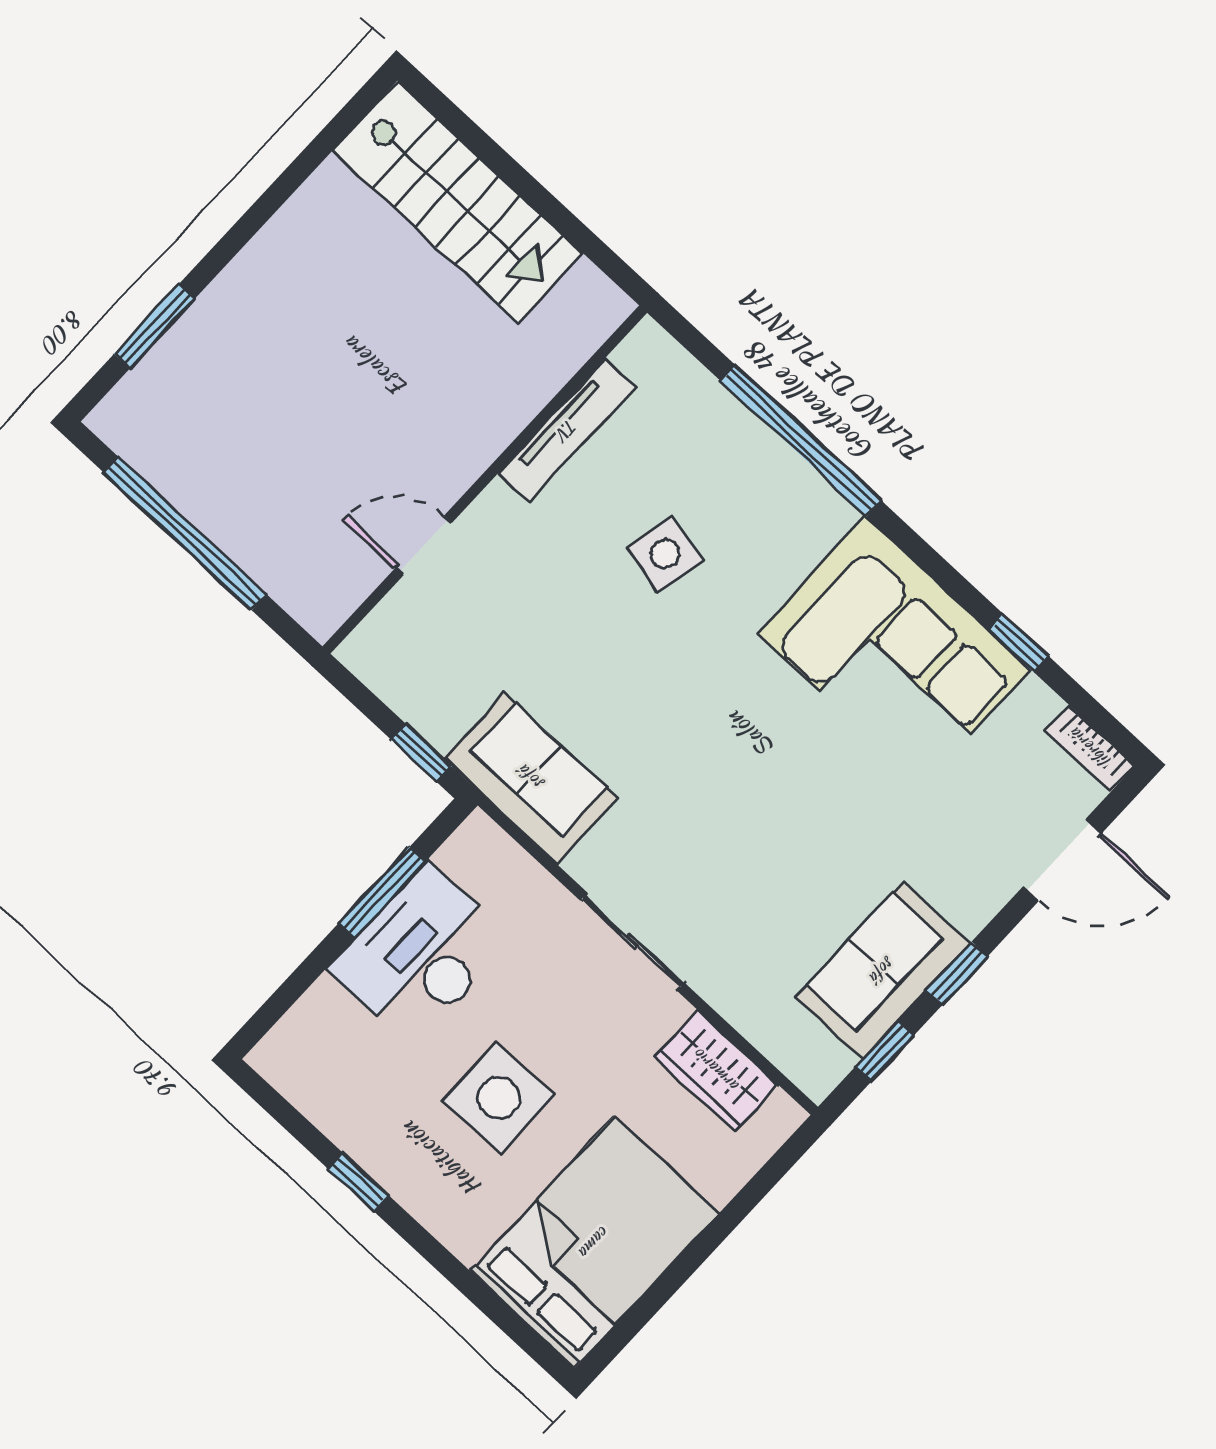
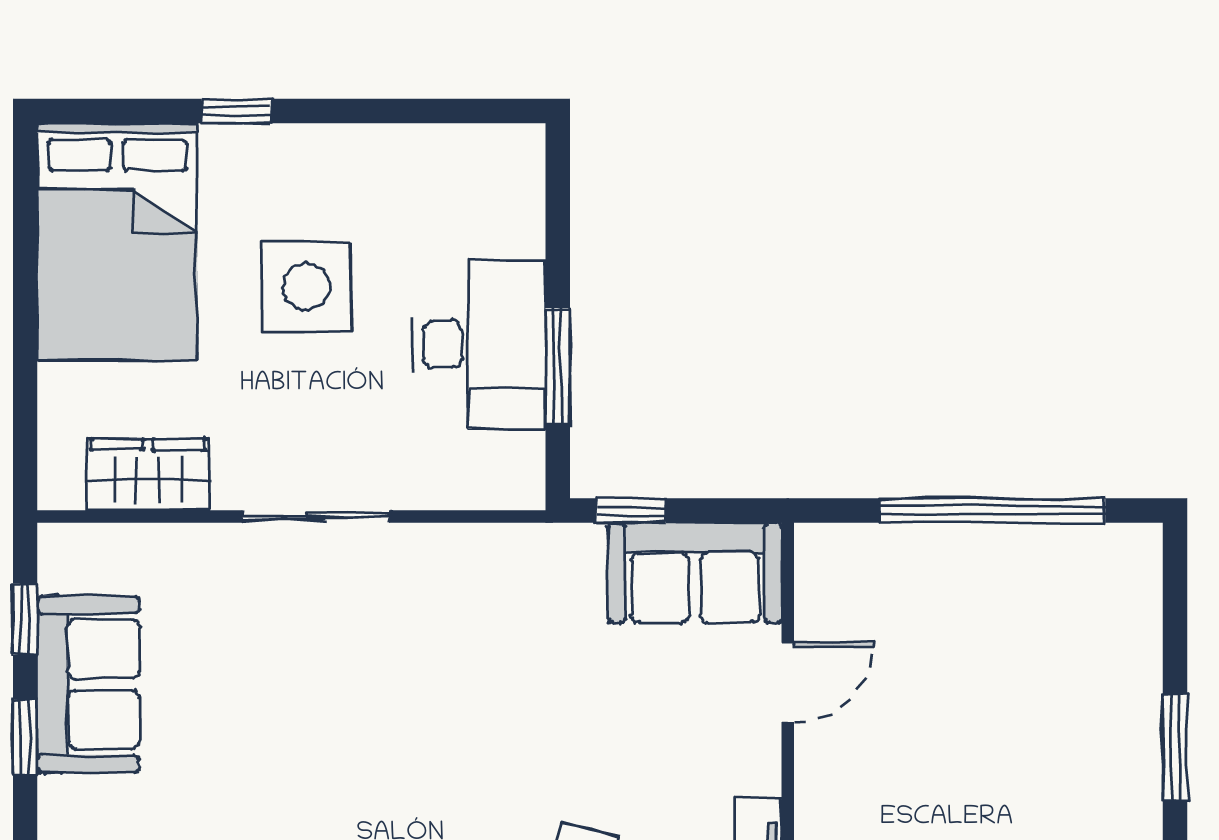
window: (154, 326) -> (1175, 748), moved
sofa: (531, 778) -> (695, 573), moved
window: (358, 1182) -> (236, 111), moved

